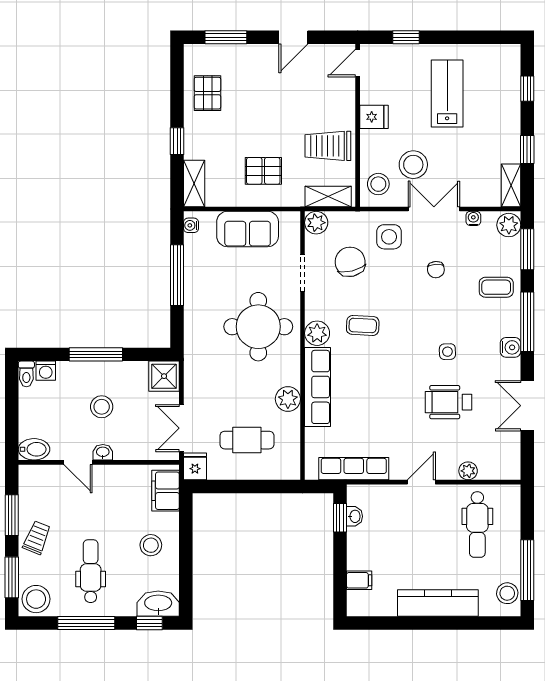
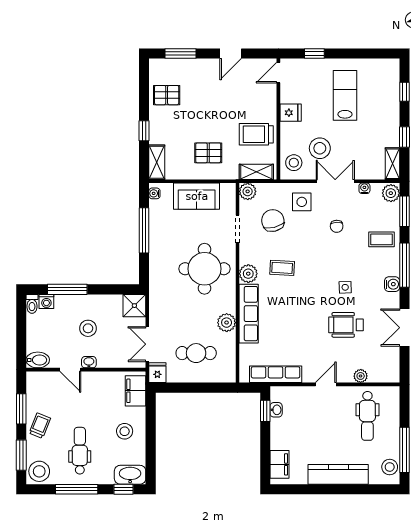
pallet: (207, 93) -> (167, 95), turned 90
window: (96, 354) -> (67, 289), moved
filing cabinet: (359, 580) -> (280, 464), width x2.00

